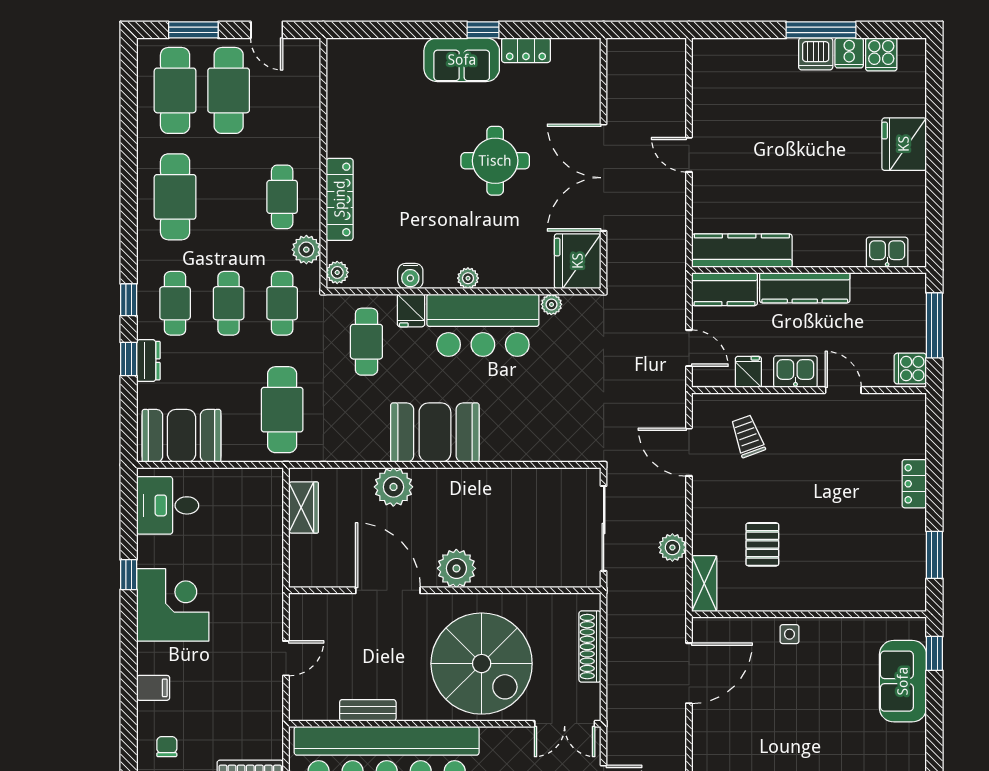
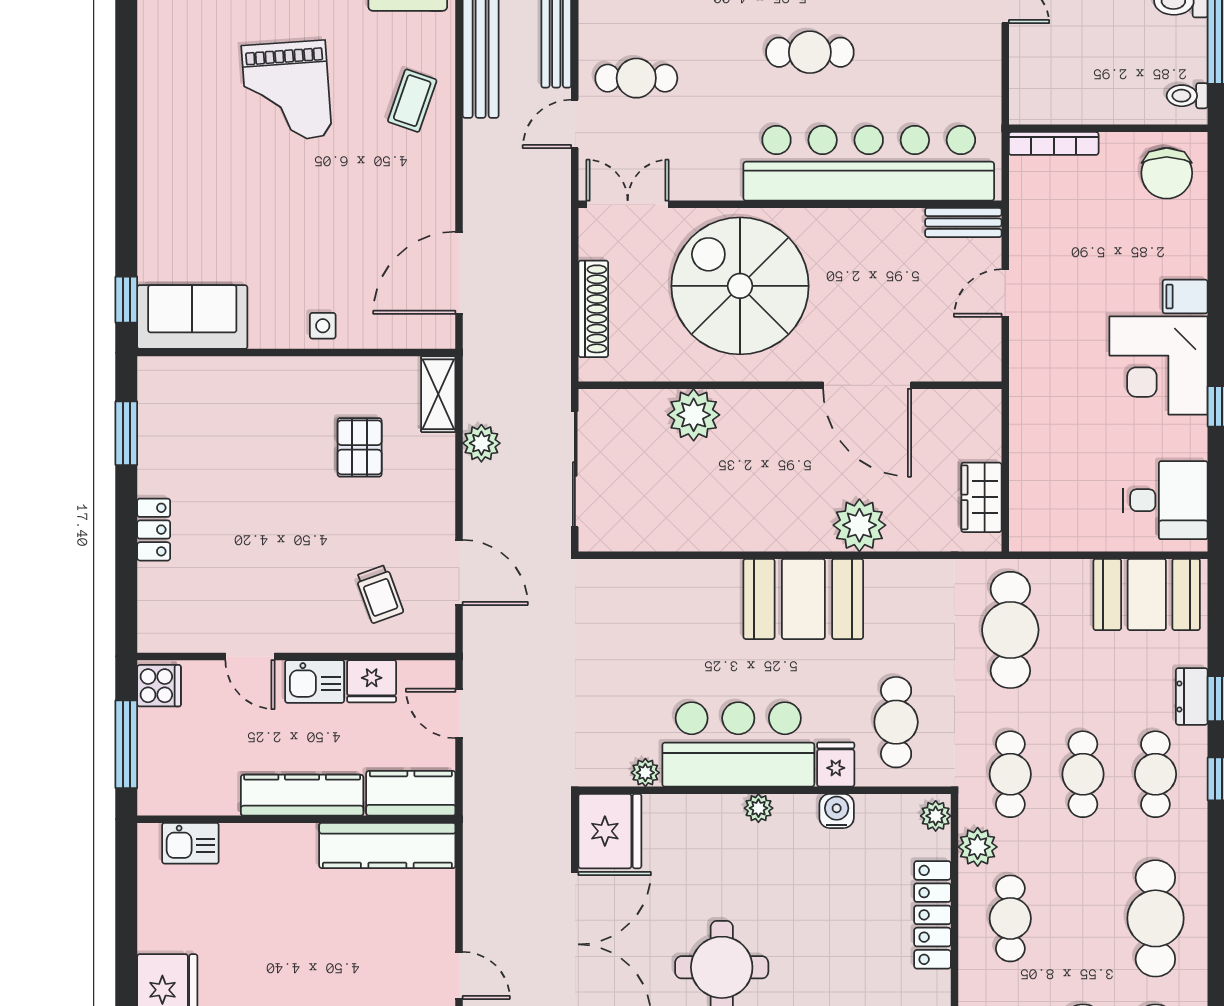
fridge: (748, 372) -> (372, 681), width x1.38
plant: (456, 568) -> (694, 415), moved
sofa: (903, 681) -> (192, 317), moved, turned -90
filing cabinet: (153, 688) -> (1185, 297), moved
bench: (368, 710) -> (963, 223), moved
chair: (167, 747) -> (1167, 173), width x1.87, depth x1.87

